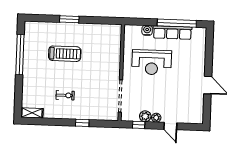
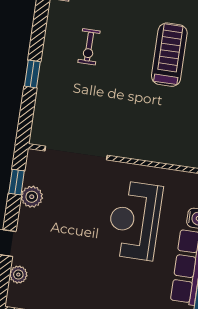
treadmill: (65, 54) -> (169, 55), turned 180
plant: (156, 118) -> (18, 275), moved

